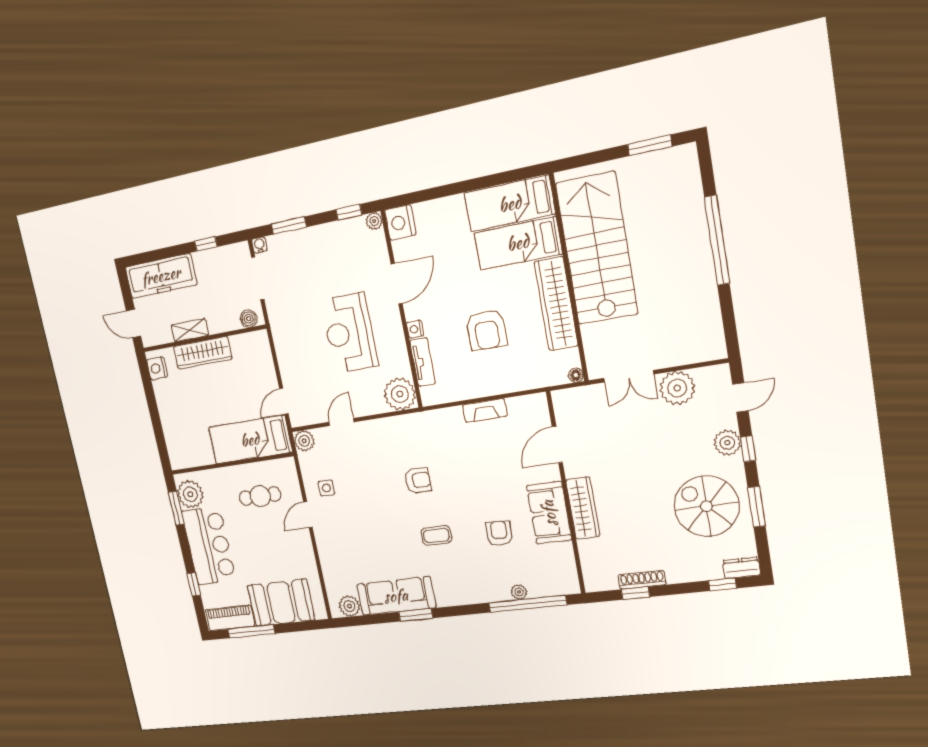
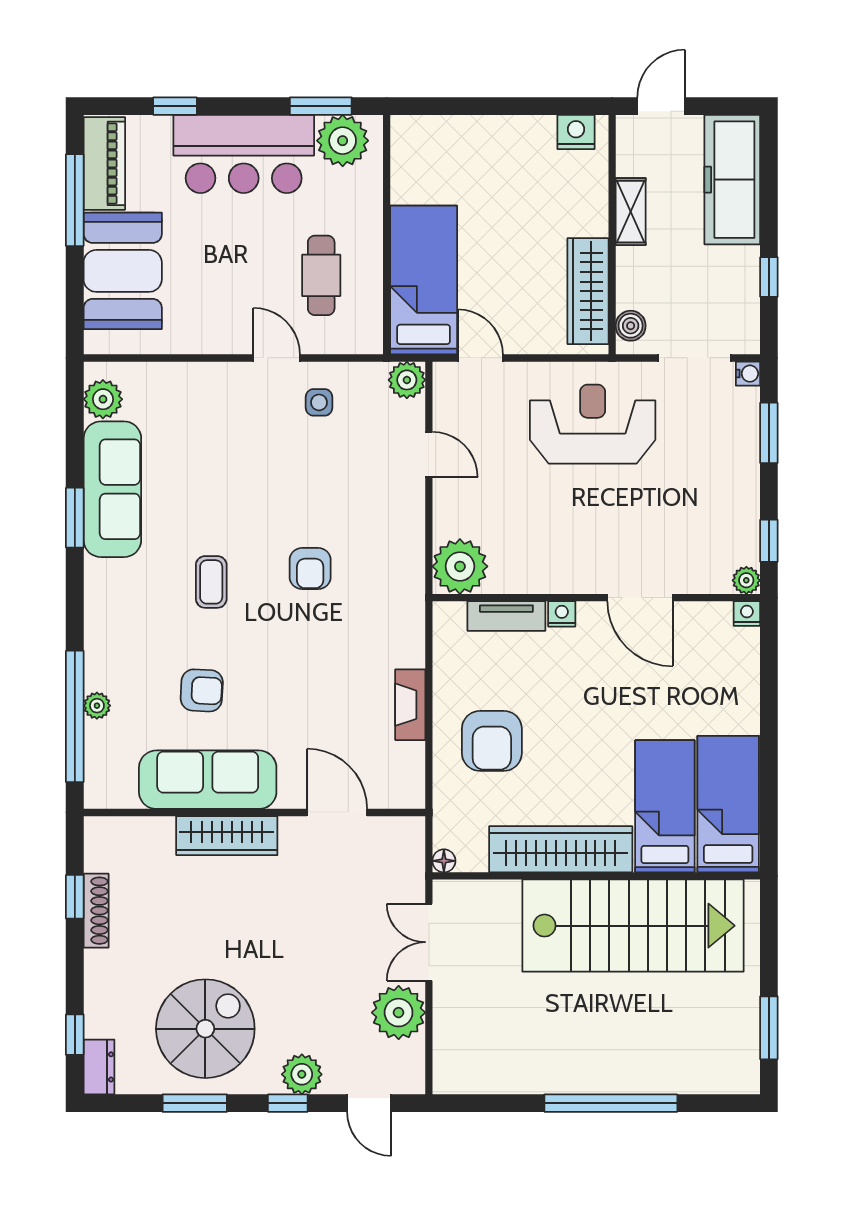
nightstand: (400, 222) -> (747, 614), width x0.53, depth x0.56
armchair: (486, 330) -> (492, 741), moved, turned -90
reception desk: (349, 333) -> (593, 424), moved
wardrobe: (203, 353) -> (588, 291), moved
sofa: (549, 513) -> (208, 780), width x1.36

